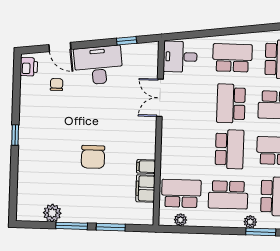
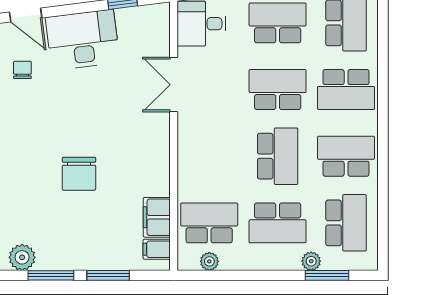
school desk: (231, 103) -> (278, 90), turned 90
filing cabinet: (146, 167) -> (157, 249), moved

